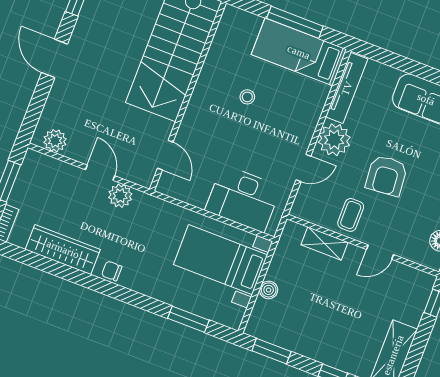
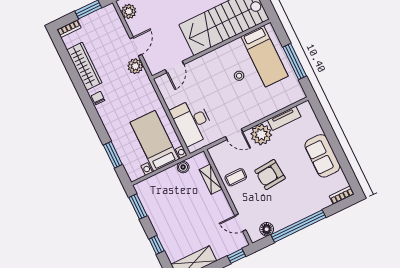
bed: (299, 52) -> (264, 56), moved, turned 180
tv unit: (347, 88) -> (284, 118), width x0.71
door: (380, 252) -> (240, 223), moved
boiler: (269, 290) -> (183, 167), moved

